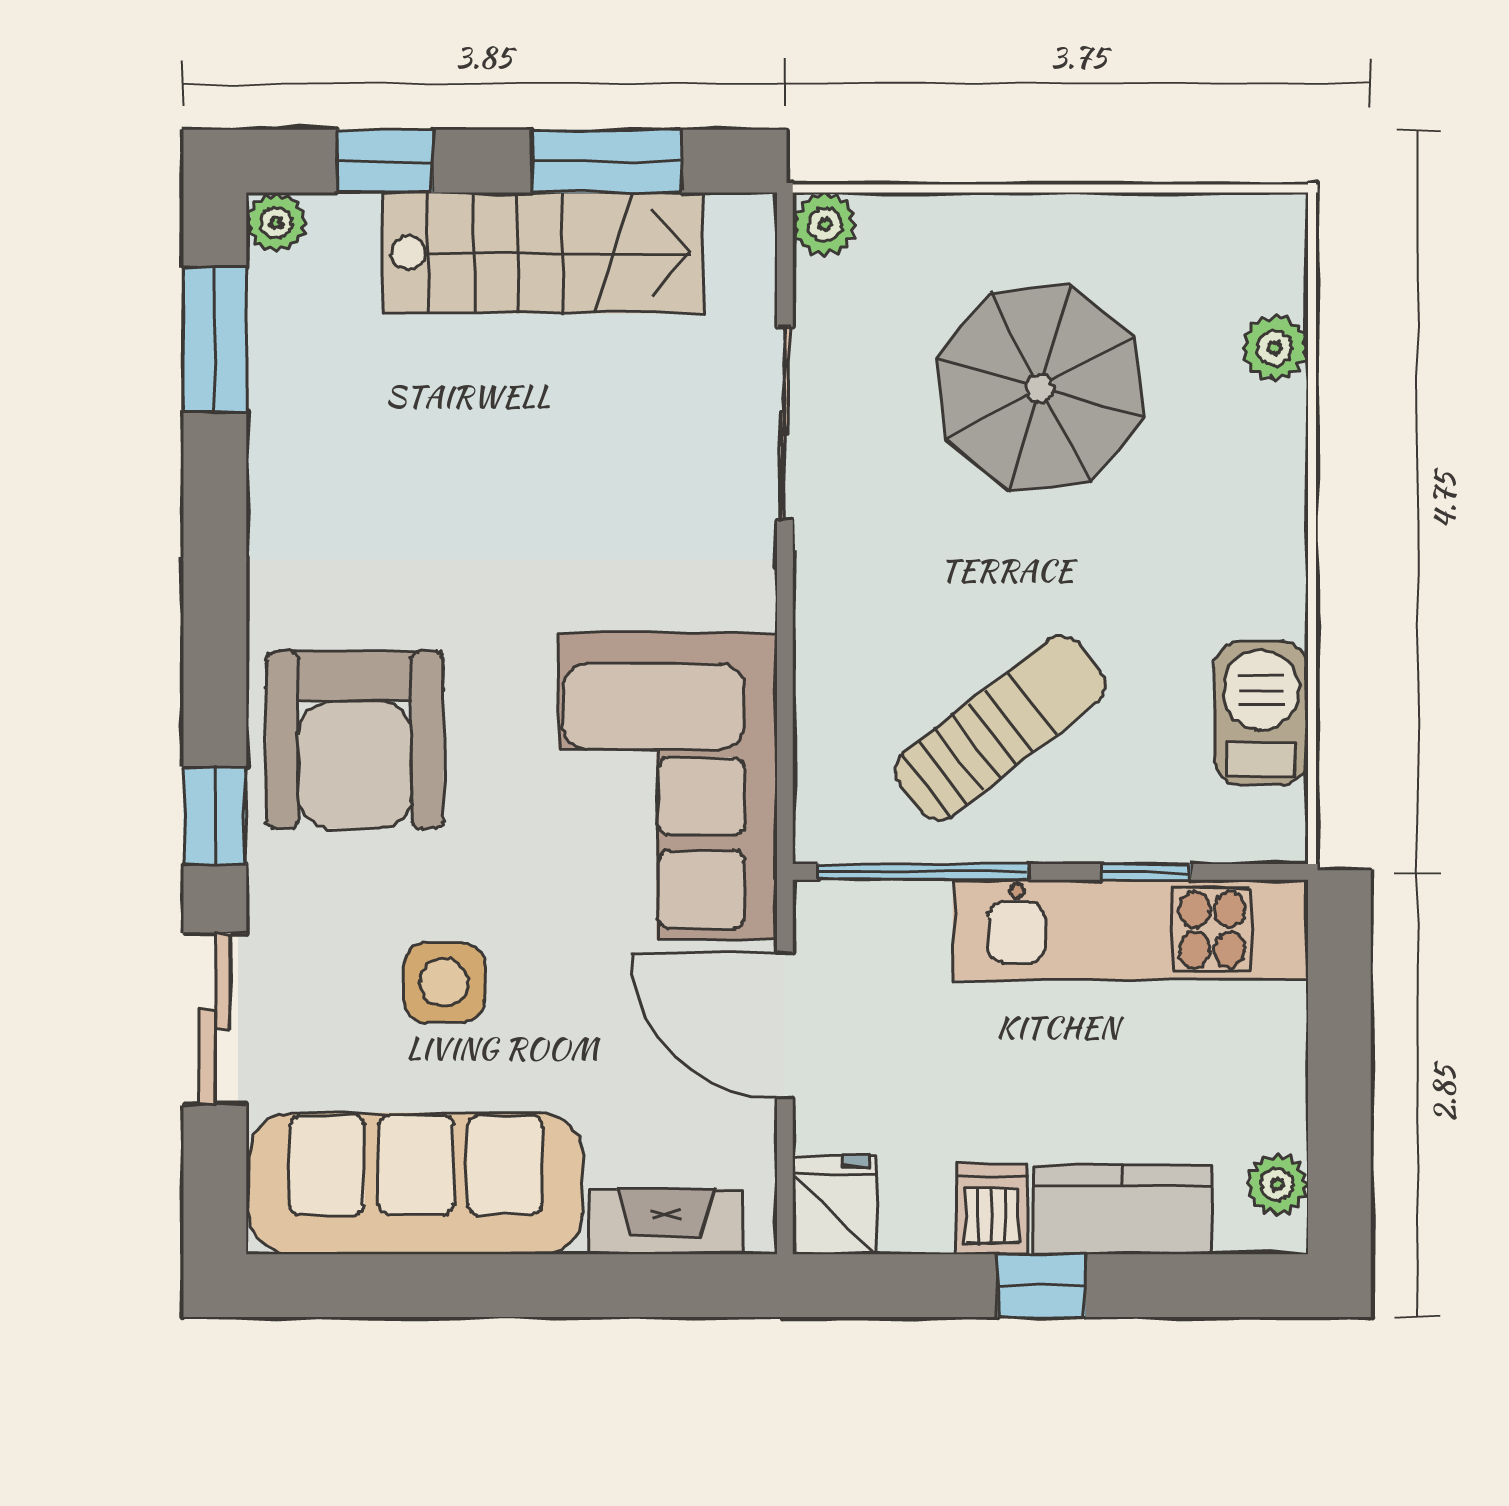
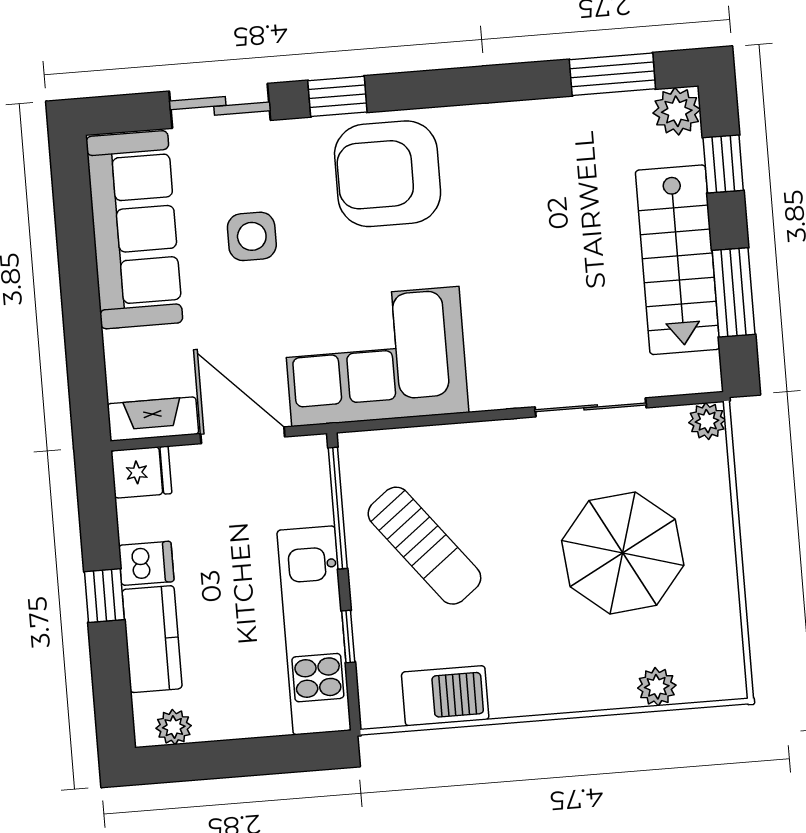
plant: (276, 223) -> (677, 111), width x1.38, depth x1.38
door: (785, 1025) -> (243, 435), hinge flipped
fireplace: (666, 1222) -> (153, 419), moved, turned -90

